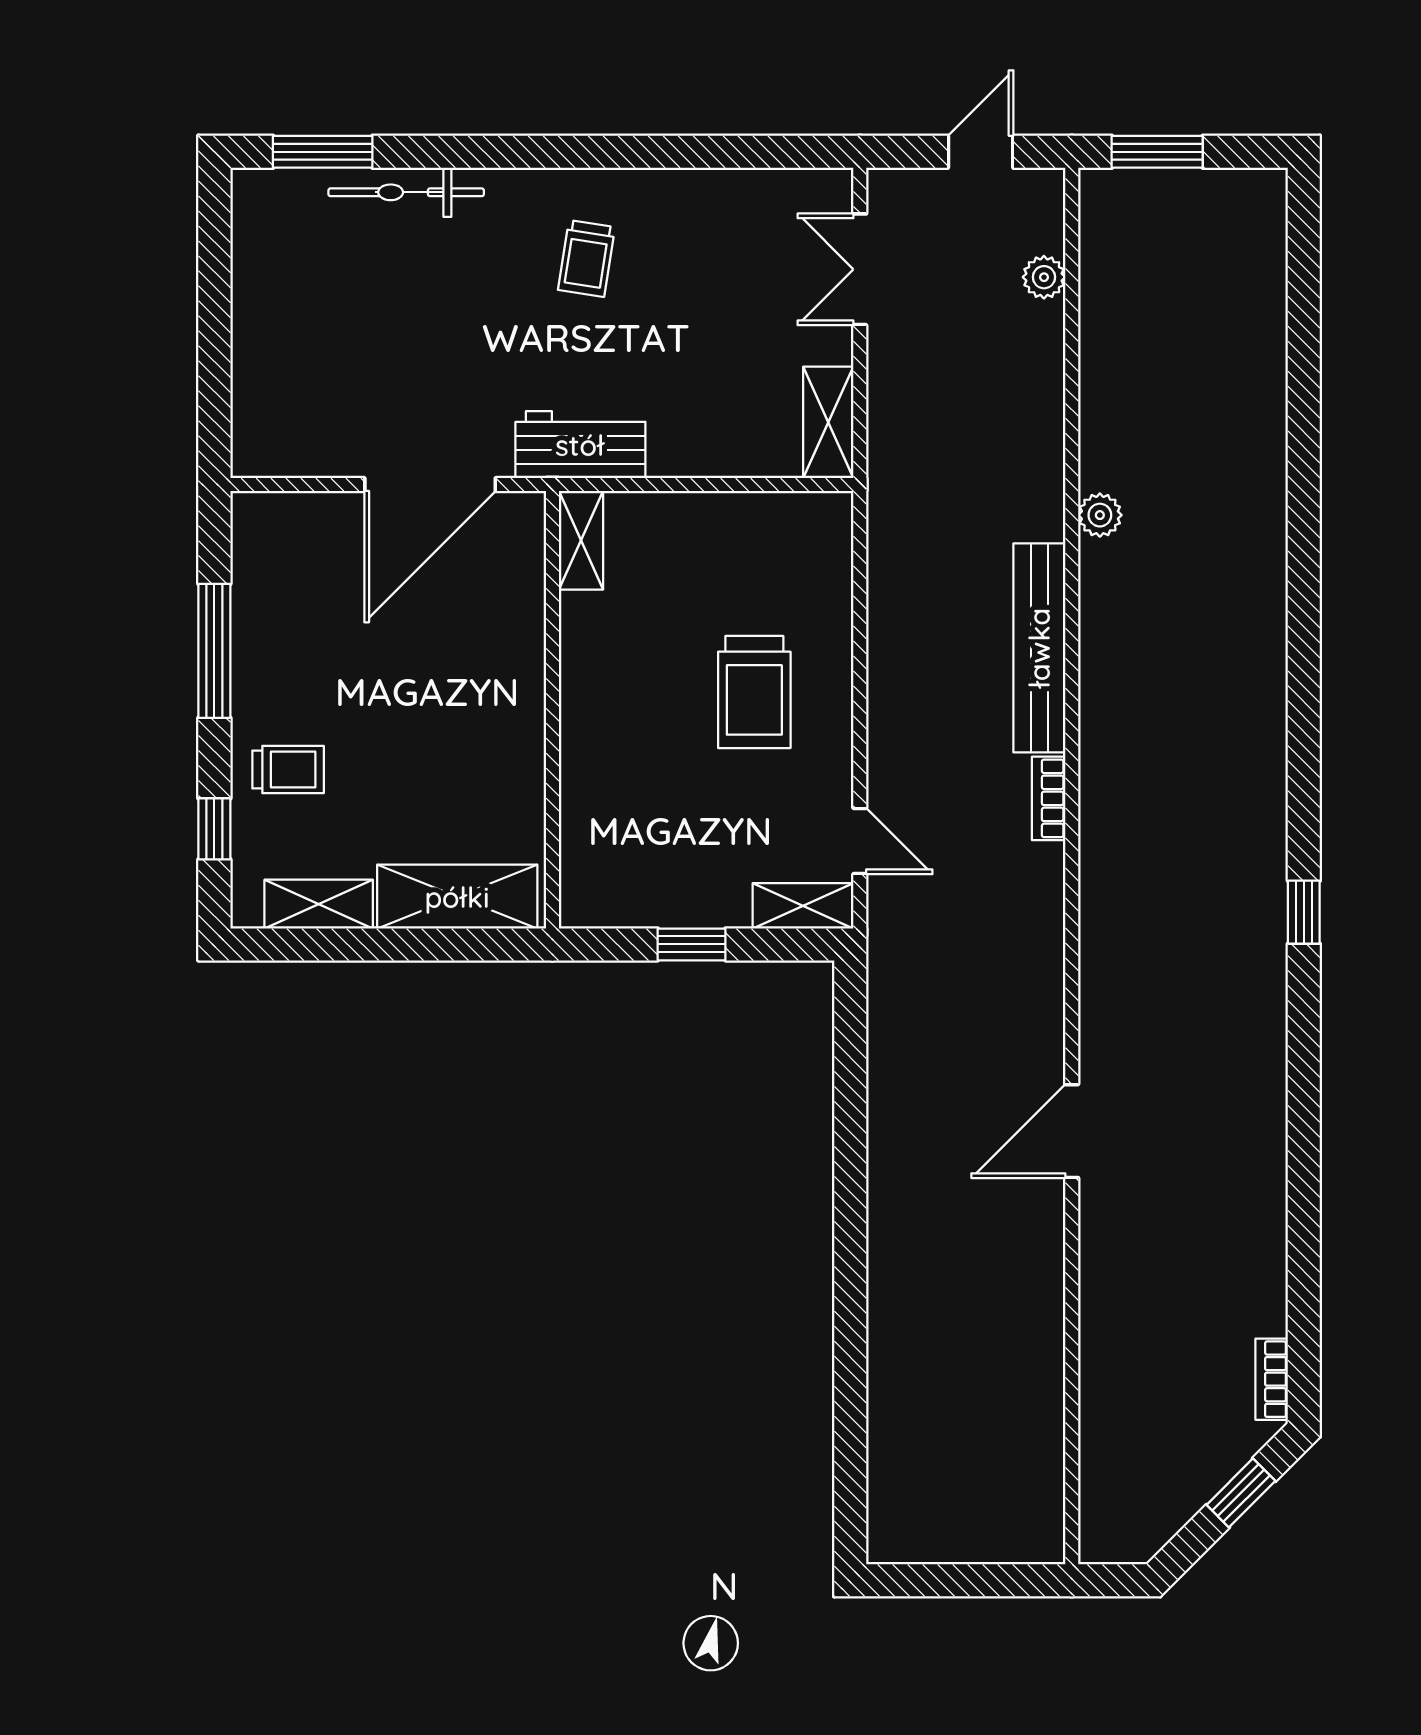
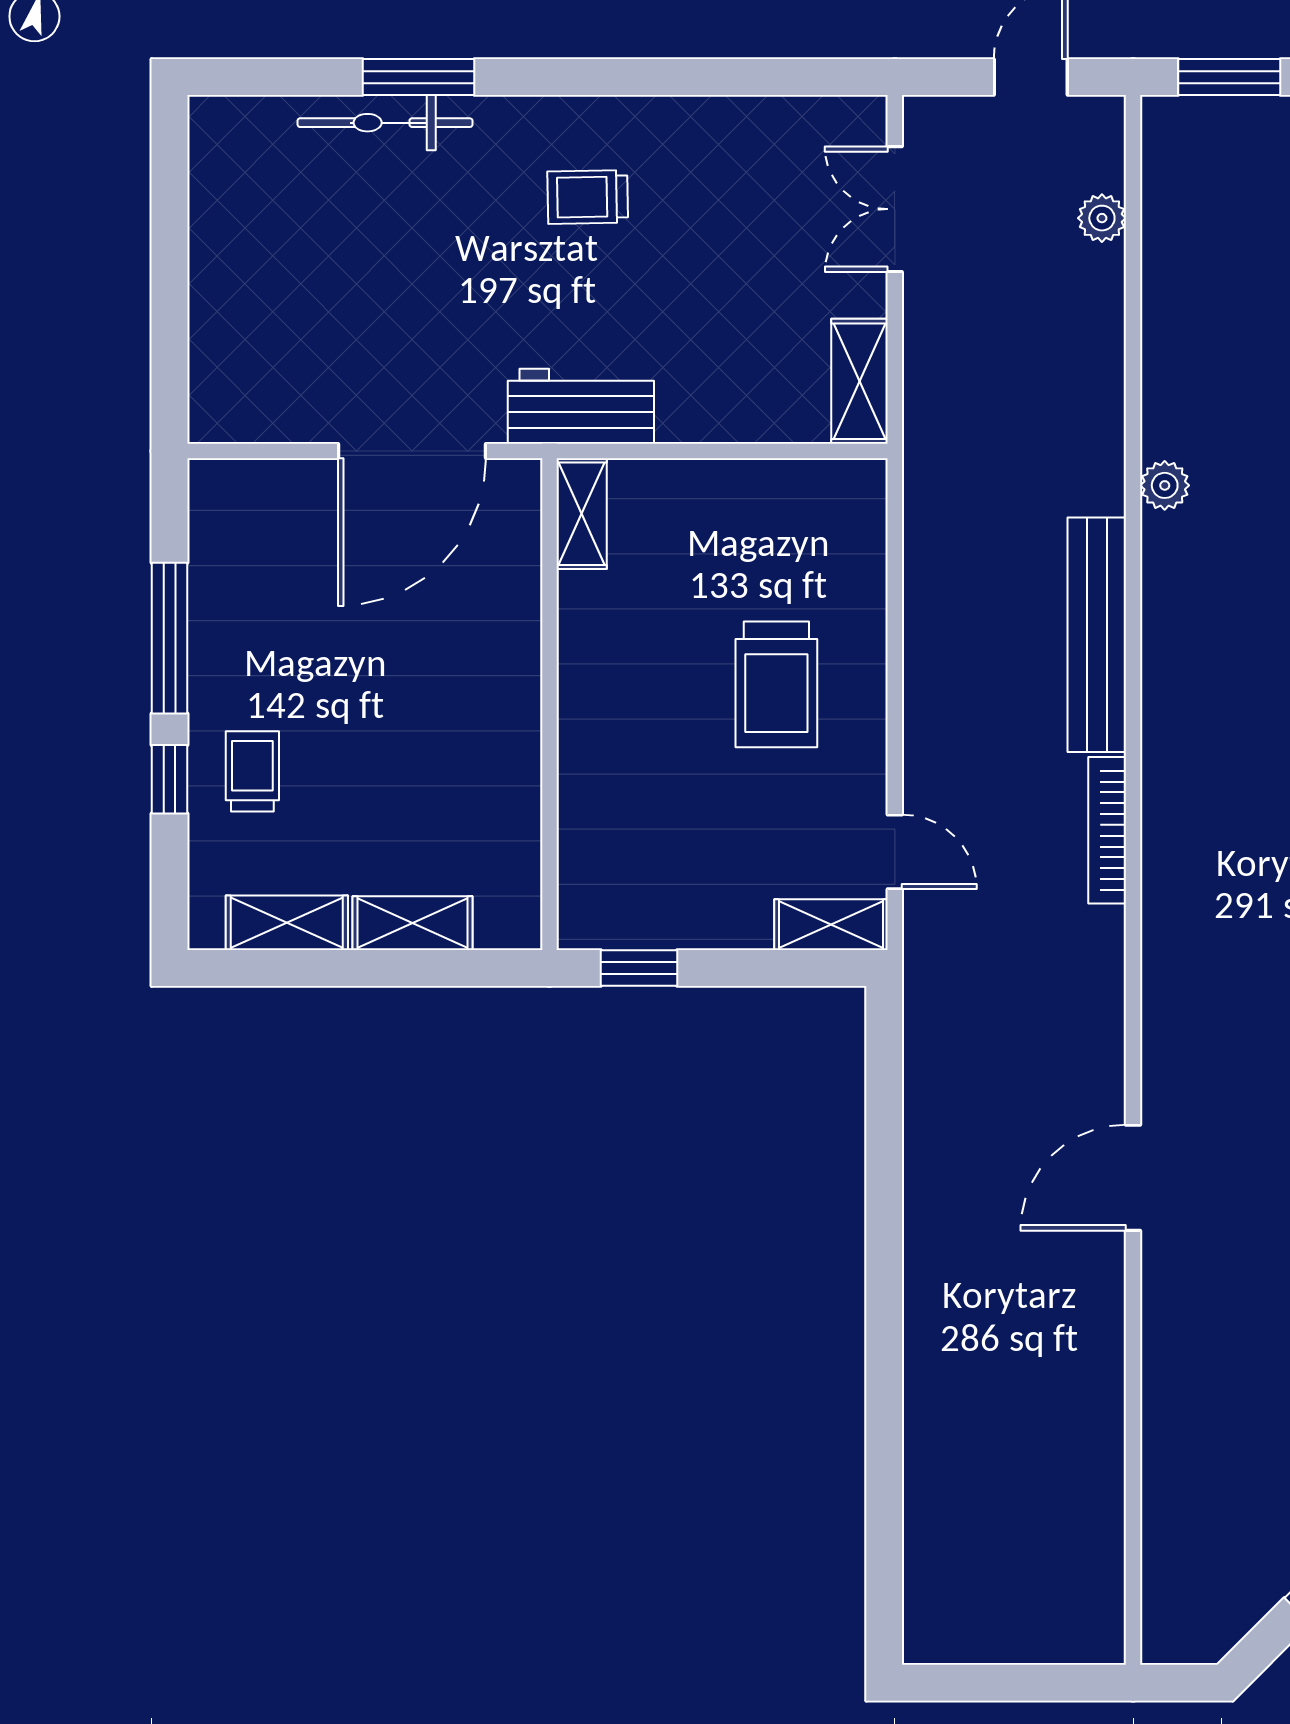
window: (323, 152) -> (419, 77), moved
trolley: (586, 258) -> (588, 197), turned 80
trolley: (288, 770) -> (252, 771), turned -90
bookcase: (1049, 798) -> (1107, 830), width x1.56
window: (214, 829) -> (169, 779), moved
shelving: (457, 897) -> (413, 923), width x0.67, depth x0.75
window: (692, 944) -> (639, 968), moved

